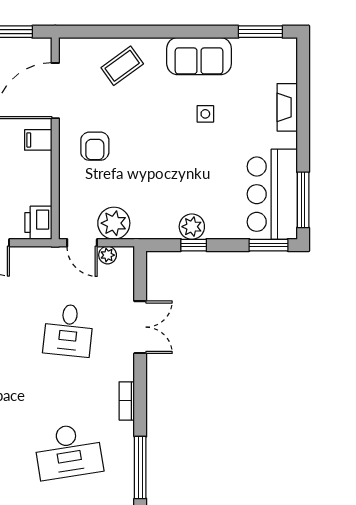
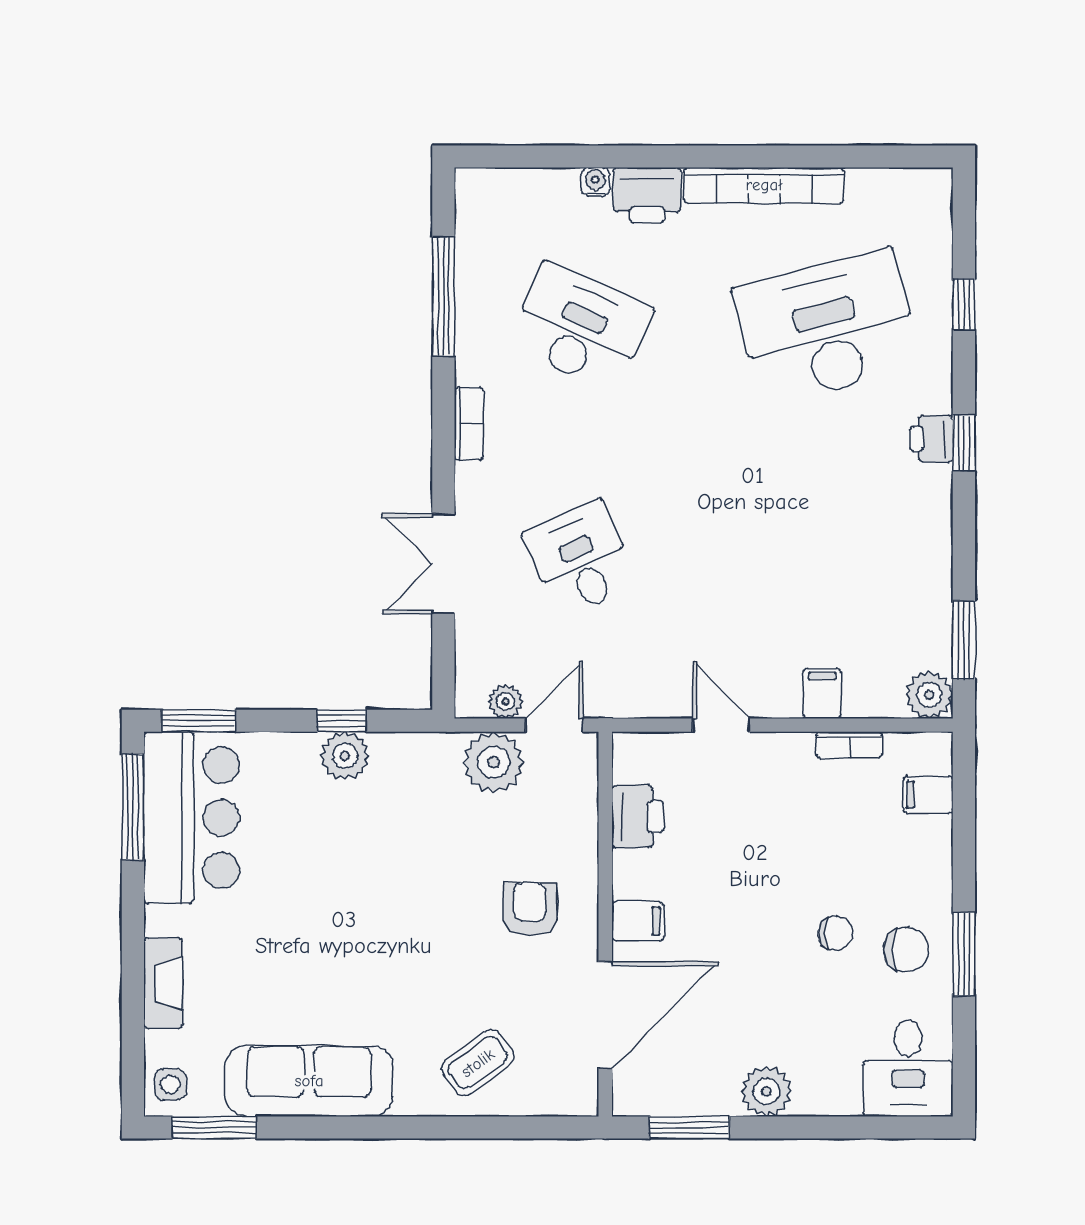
sofa: (199, 56) -> (309, 1081), width x1.36
side table: (205, 114) -> (170, 1085), moved
printer: (38, 223) -> (638, 817), moved
door: (82, 243) -> (554, 725), hinge flipped
desk: (68, 330) -> (580, 558), turned -30
desk: (68, 451) -> (580, 327), turned 33

